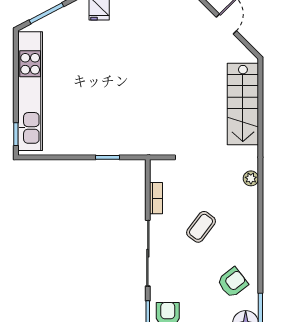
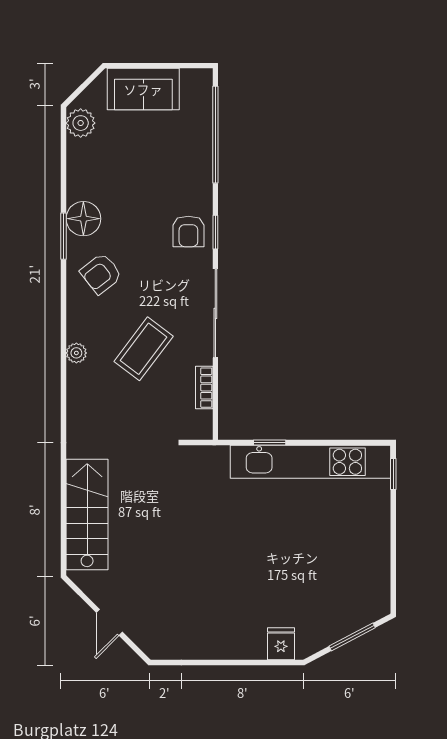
kitchen unit: (30, 91) -> (310, 462), moved, turned -90
plant: (251, 178) -> (76, 353), moved
coffee table: (201, 227) -> (144, 349), width x1.36, depth x1.30

